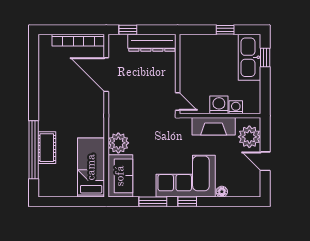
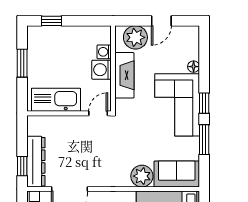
window: (225, 30) -> (22, 63), width x1.50
dresser: (152, 43) -> (36, 162), moved
kitchen sink: (250, 57) -> (56, 100), moved, turned 180

